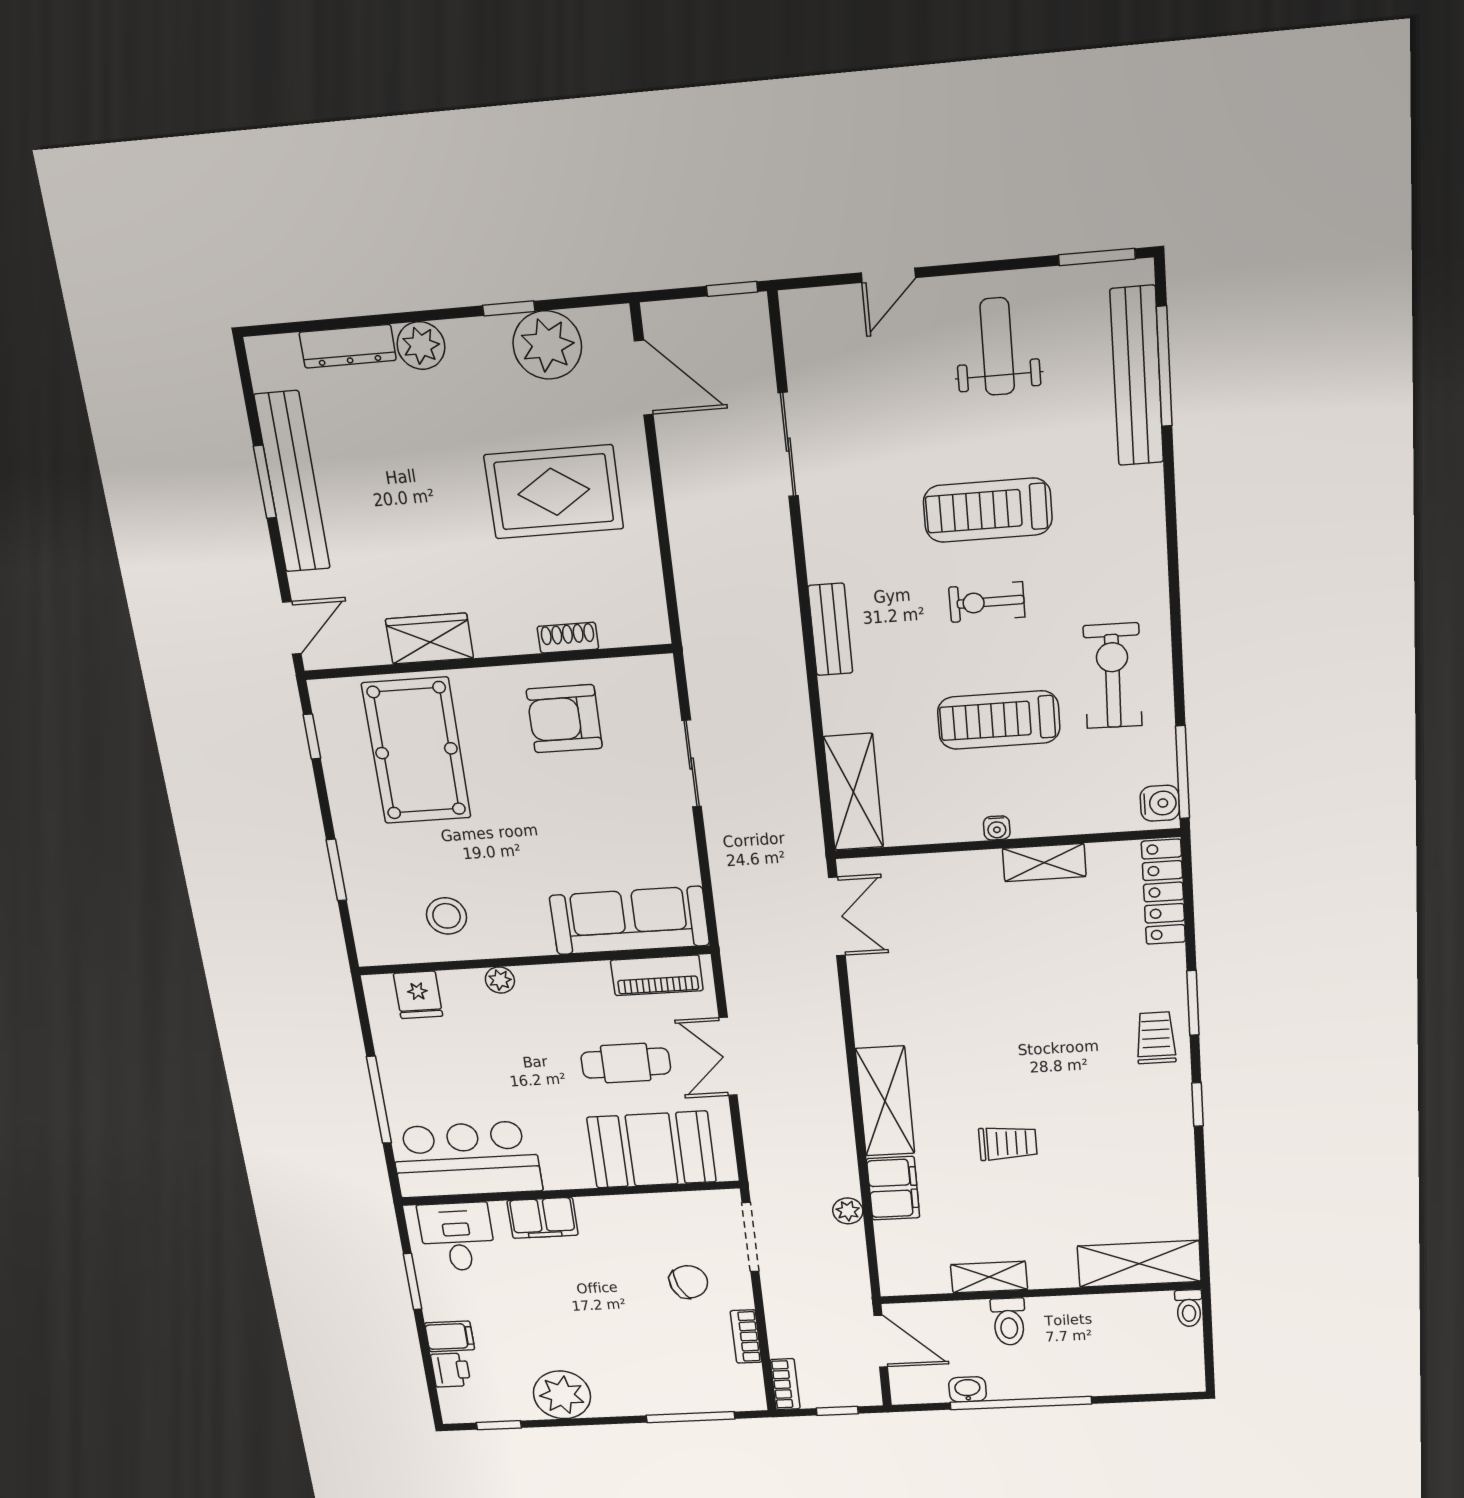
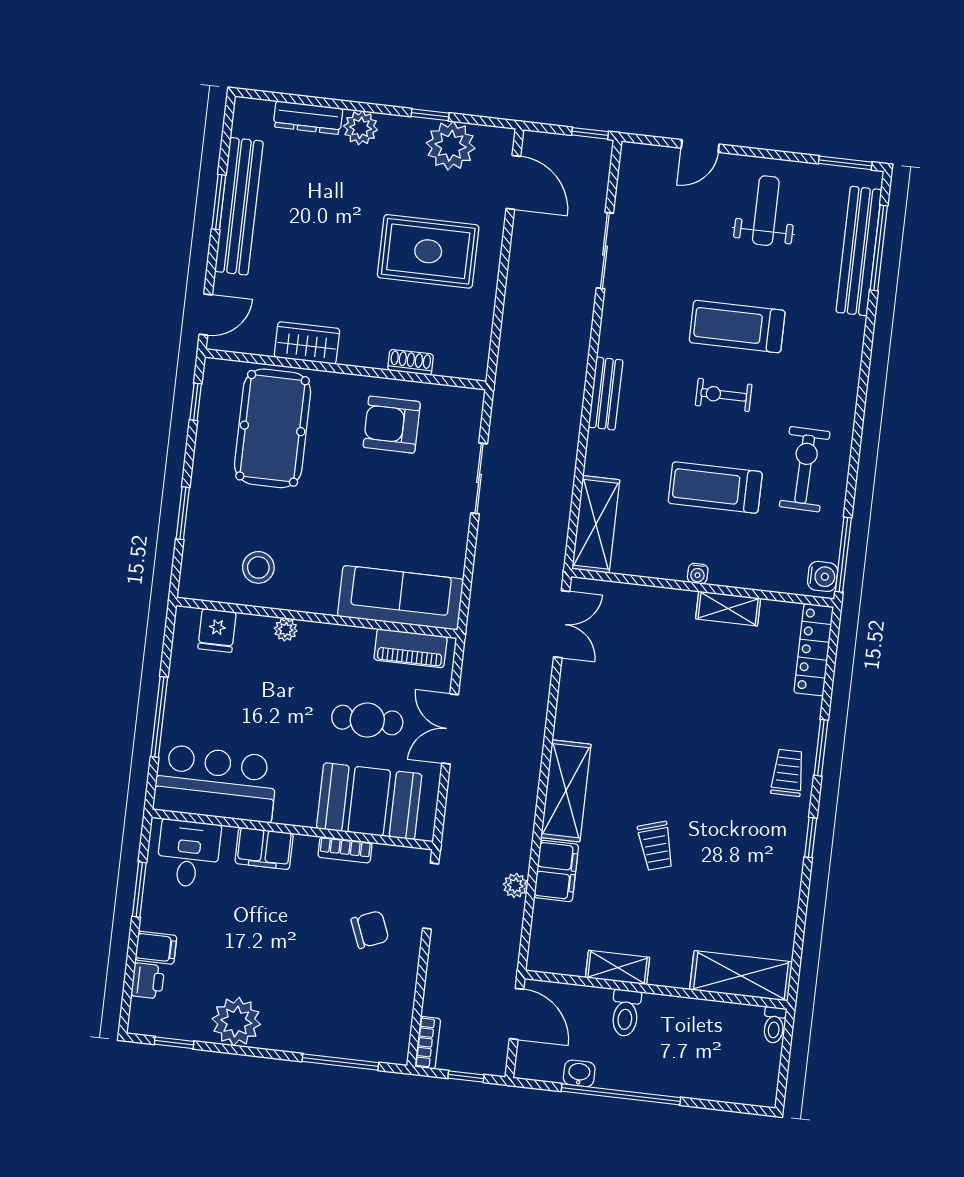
trolley: (1008, 1143) -> (656, 846), turned 73
bookcase: (746, 1337) -> (345, 850), moved, turned -90

